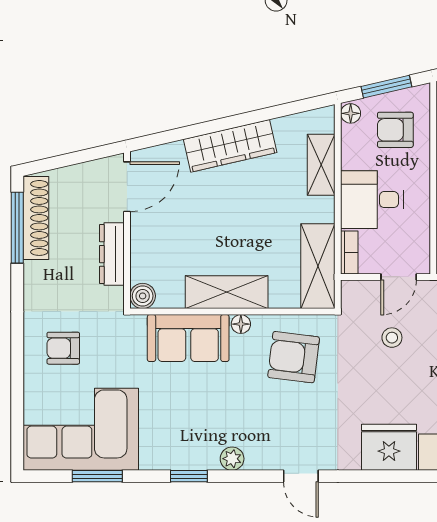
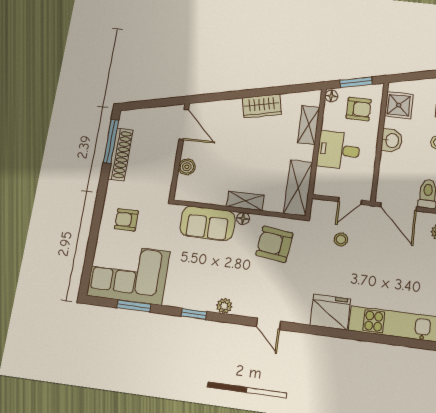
armchair: (395, 130) -> (359, 109), turned 180
wardrobe: (230, 146) -> (262, 106), width x0.67
door: (127, 187) -> (184, 124), hinge flipped
shoe rack: (36, 218) -> (120, 154), moved
bookcase: (349, 252) -> (320, 182), removed
dresser: (112, 254) -> (167, 164), removed
shelving: (227, 292) -> (245, 201), width x0.67, depth x0.75
boiler: (143, 296) -> (187, 167), moved

